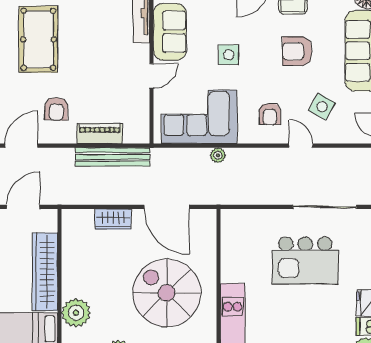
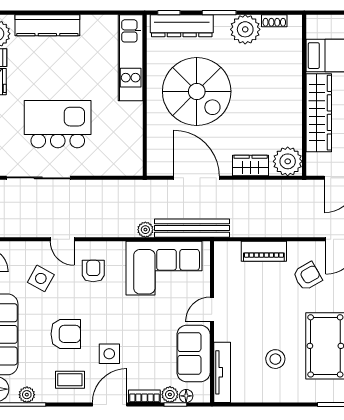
stool: (88, 26) -> (275, 359), added
side table: (229, 55) -> (109, 354), moved
armchair: (56, 109) -> (307, 276), turned 58
bench: (113, 157) -> (192, 228), moved
plant: (76, 313) -> (288, 161), moved

